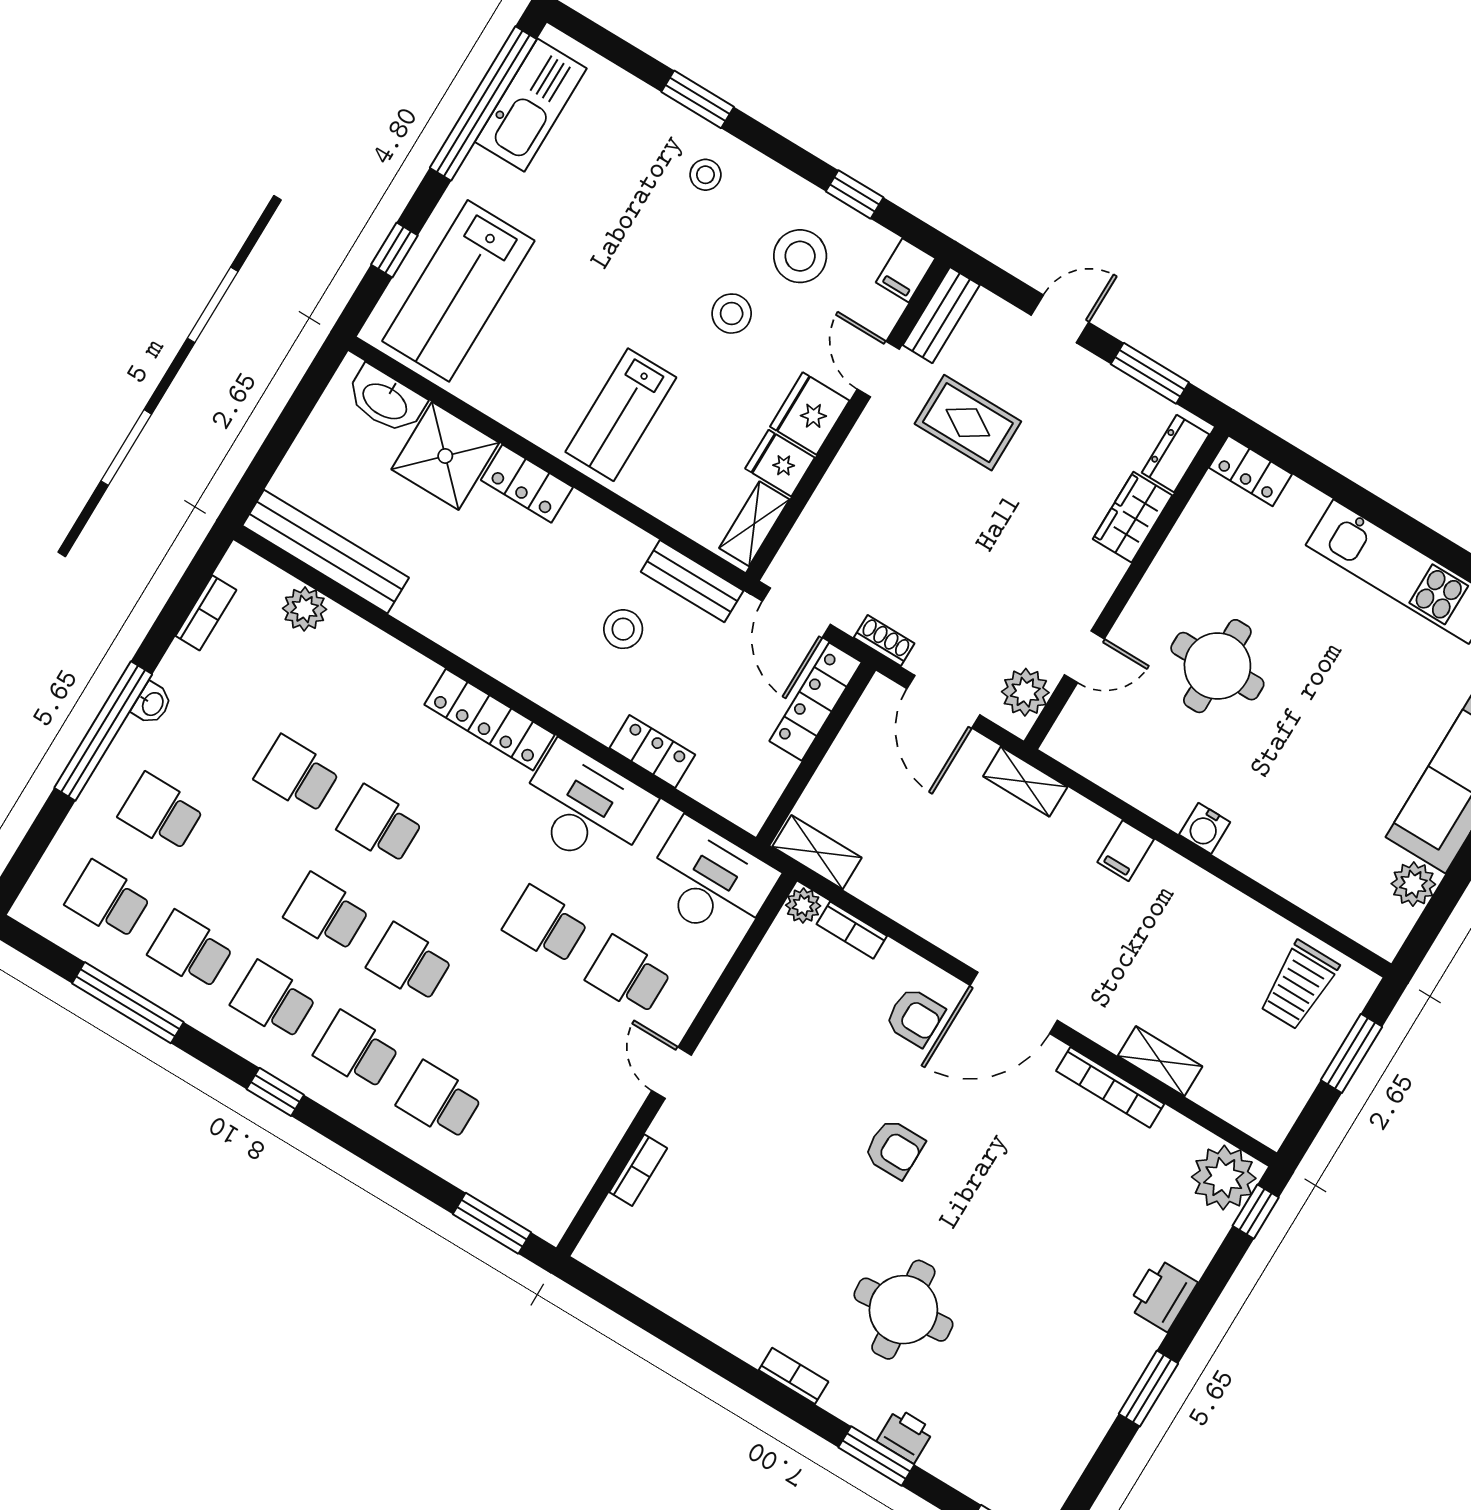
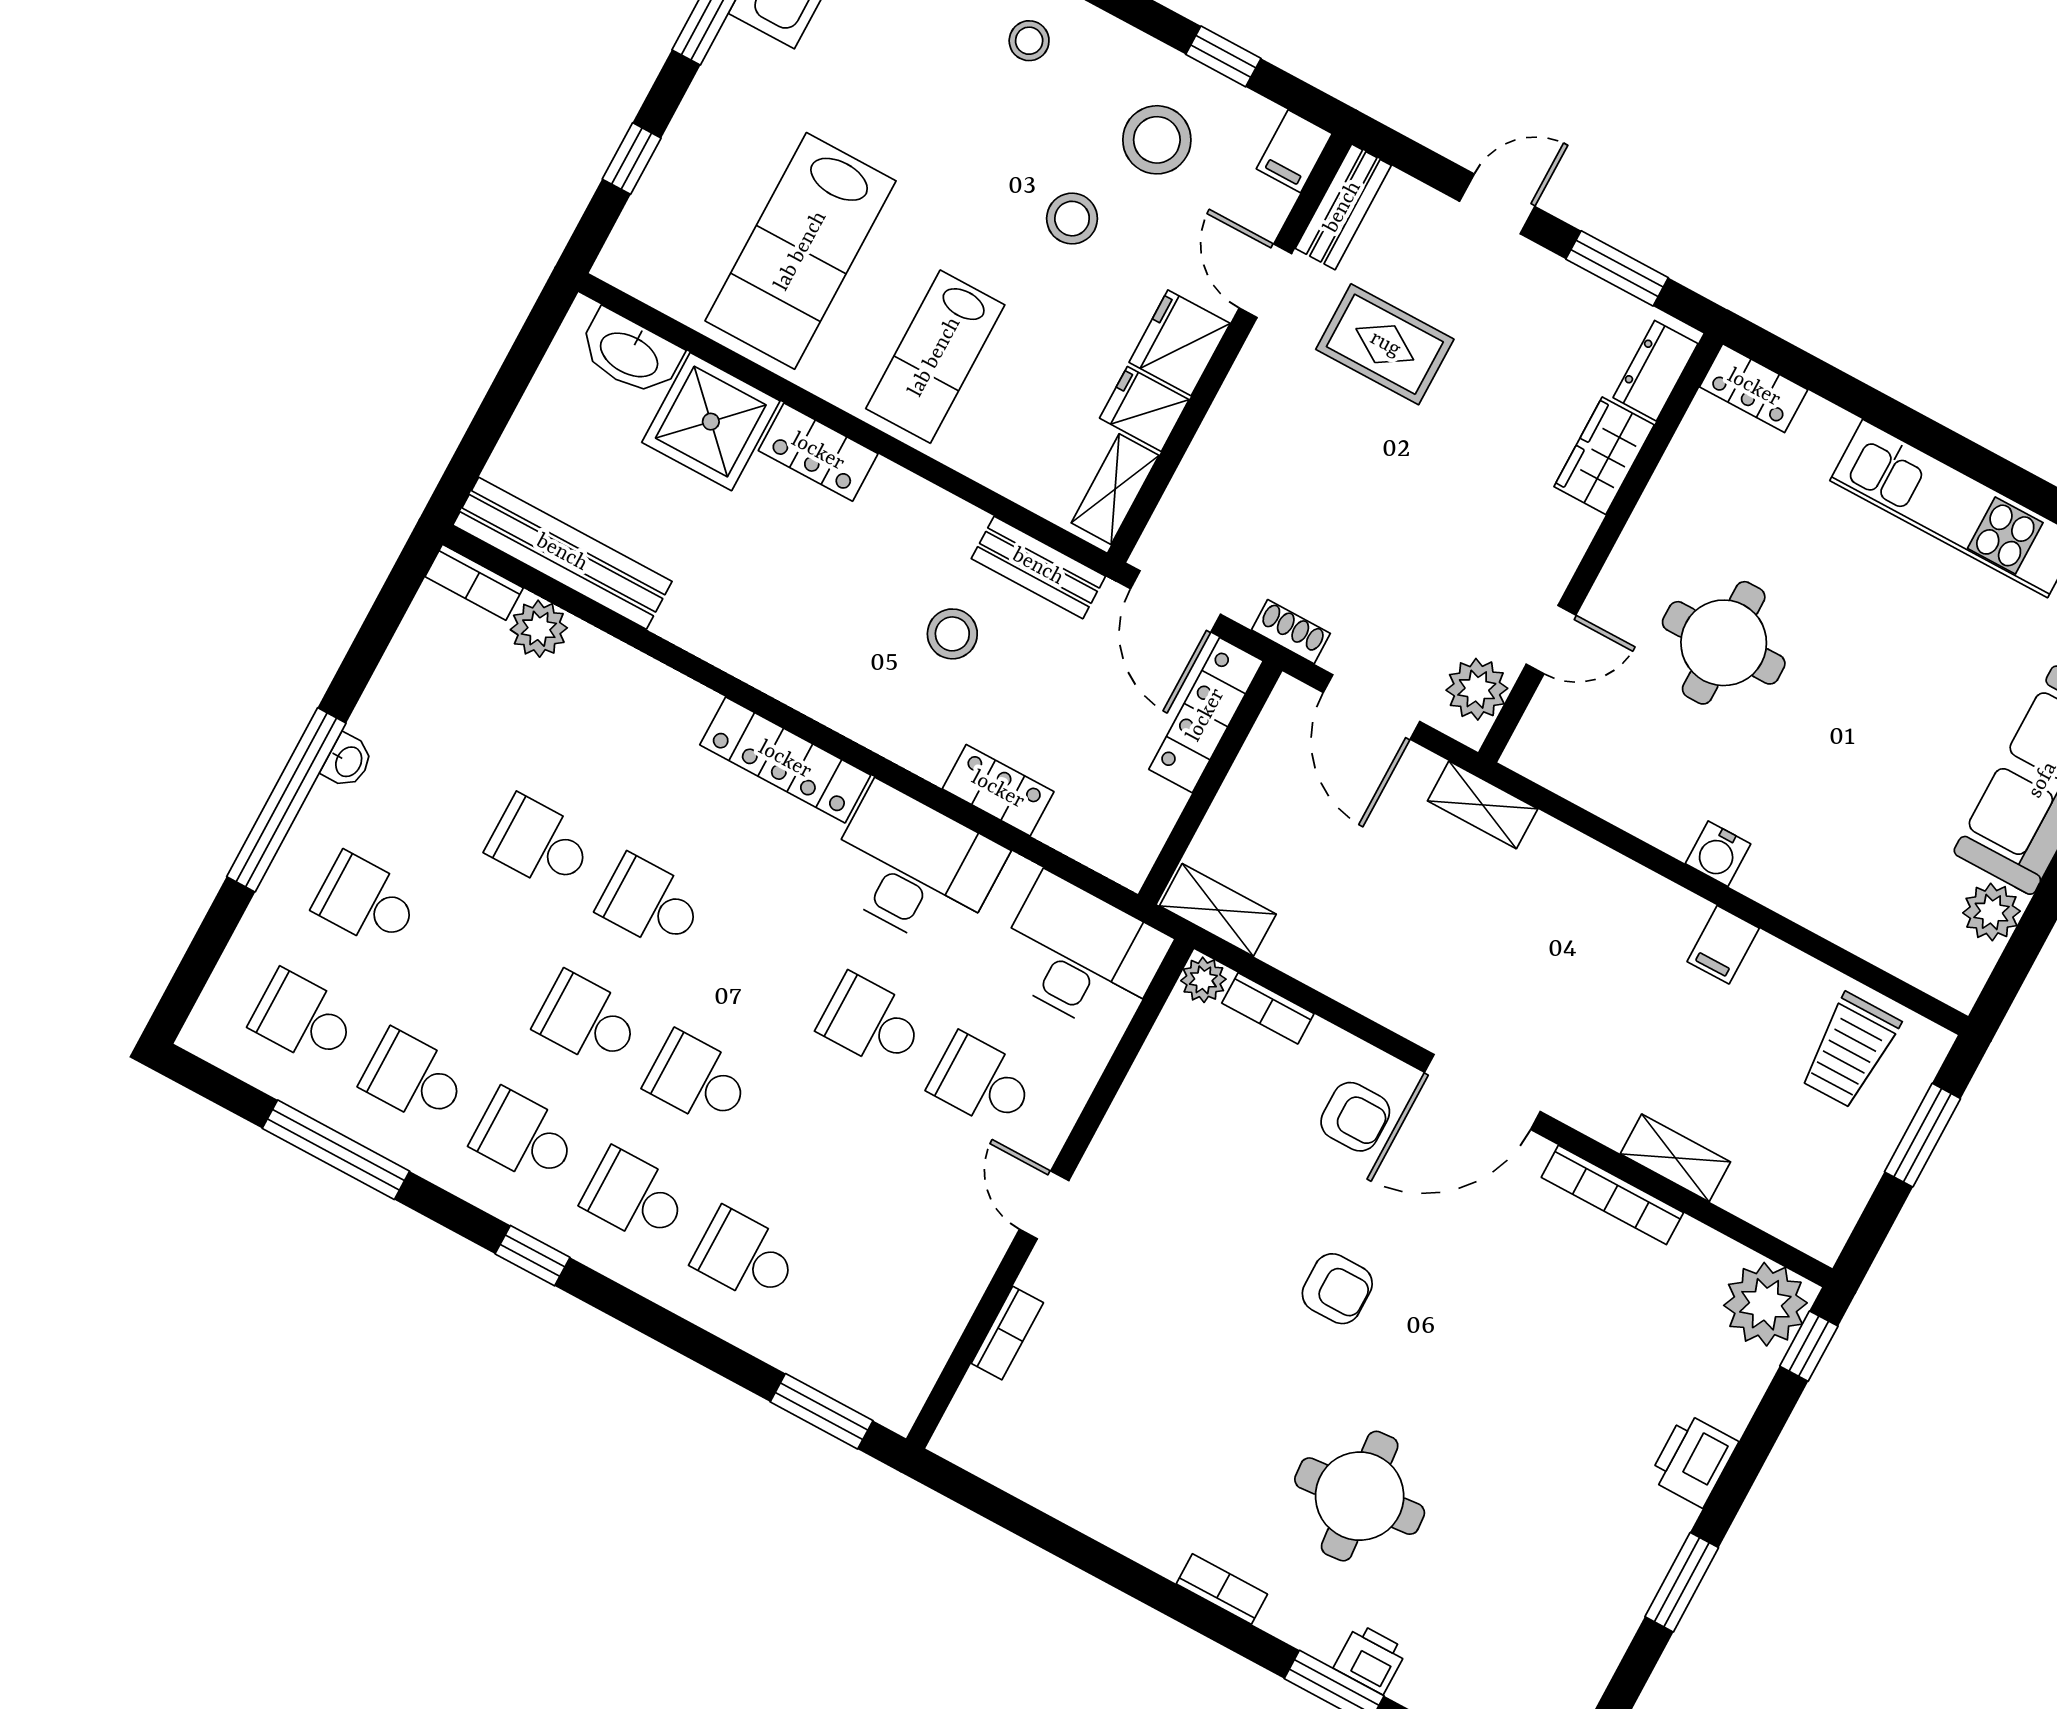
lab bench: (458, 291) -> (801, 251), moved
bookcase: (206, 613) -> (474, 582), moved, turned 90
filing cabinet: (1126, 851) -> (1723, 945), moved

